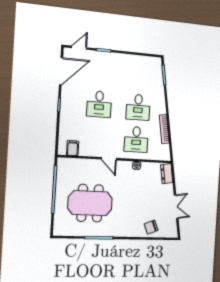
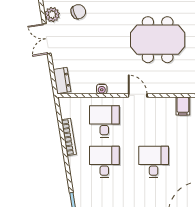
plant: (171, 225) -> (52, 15), added

